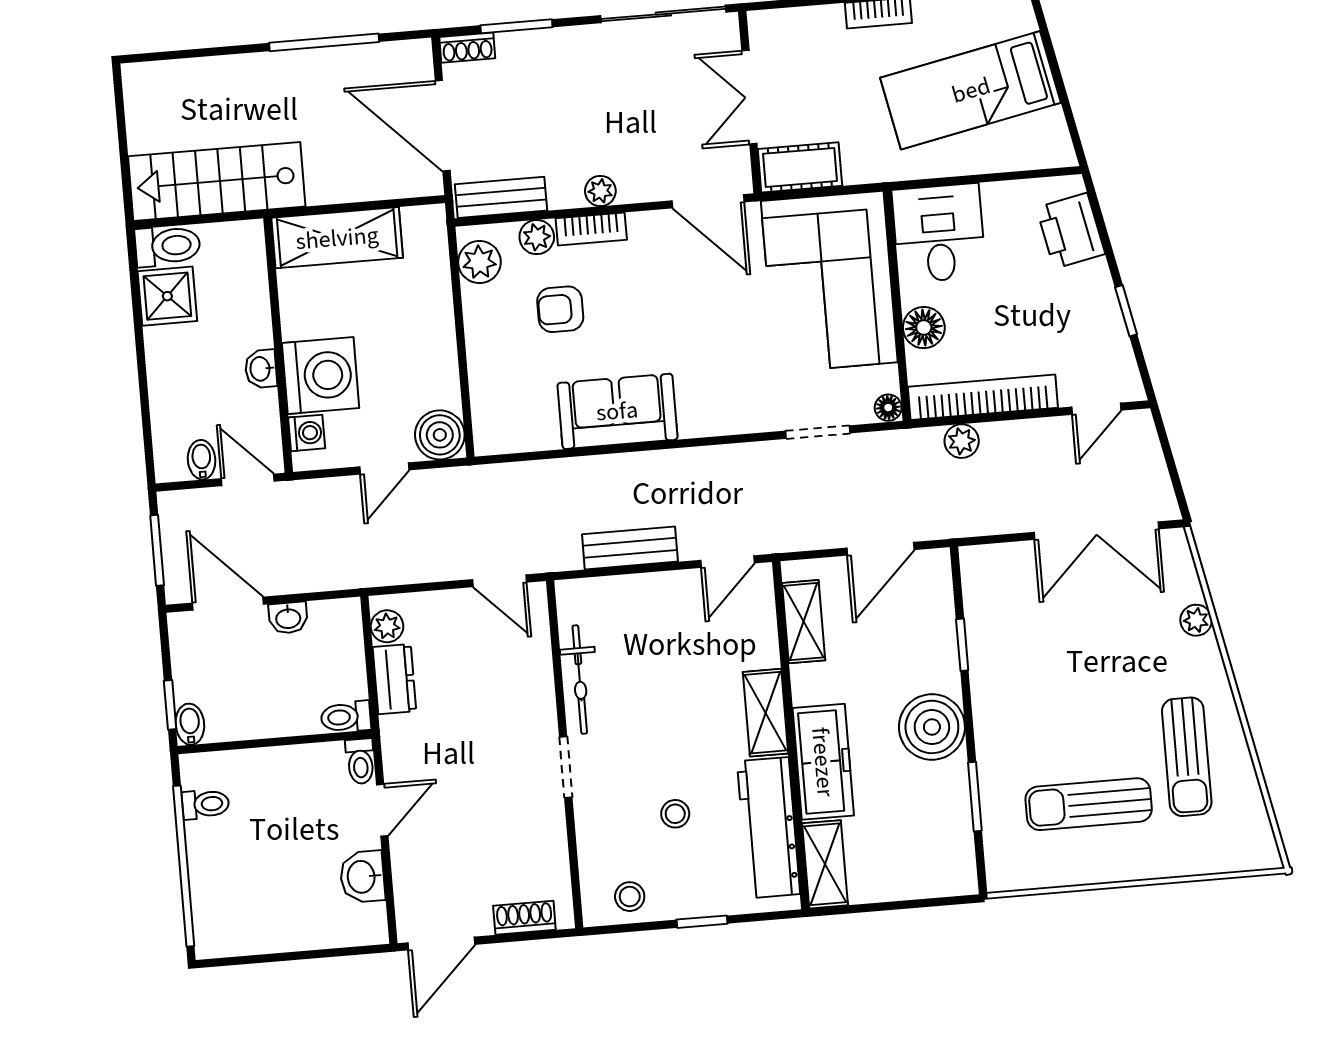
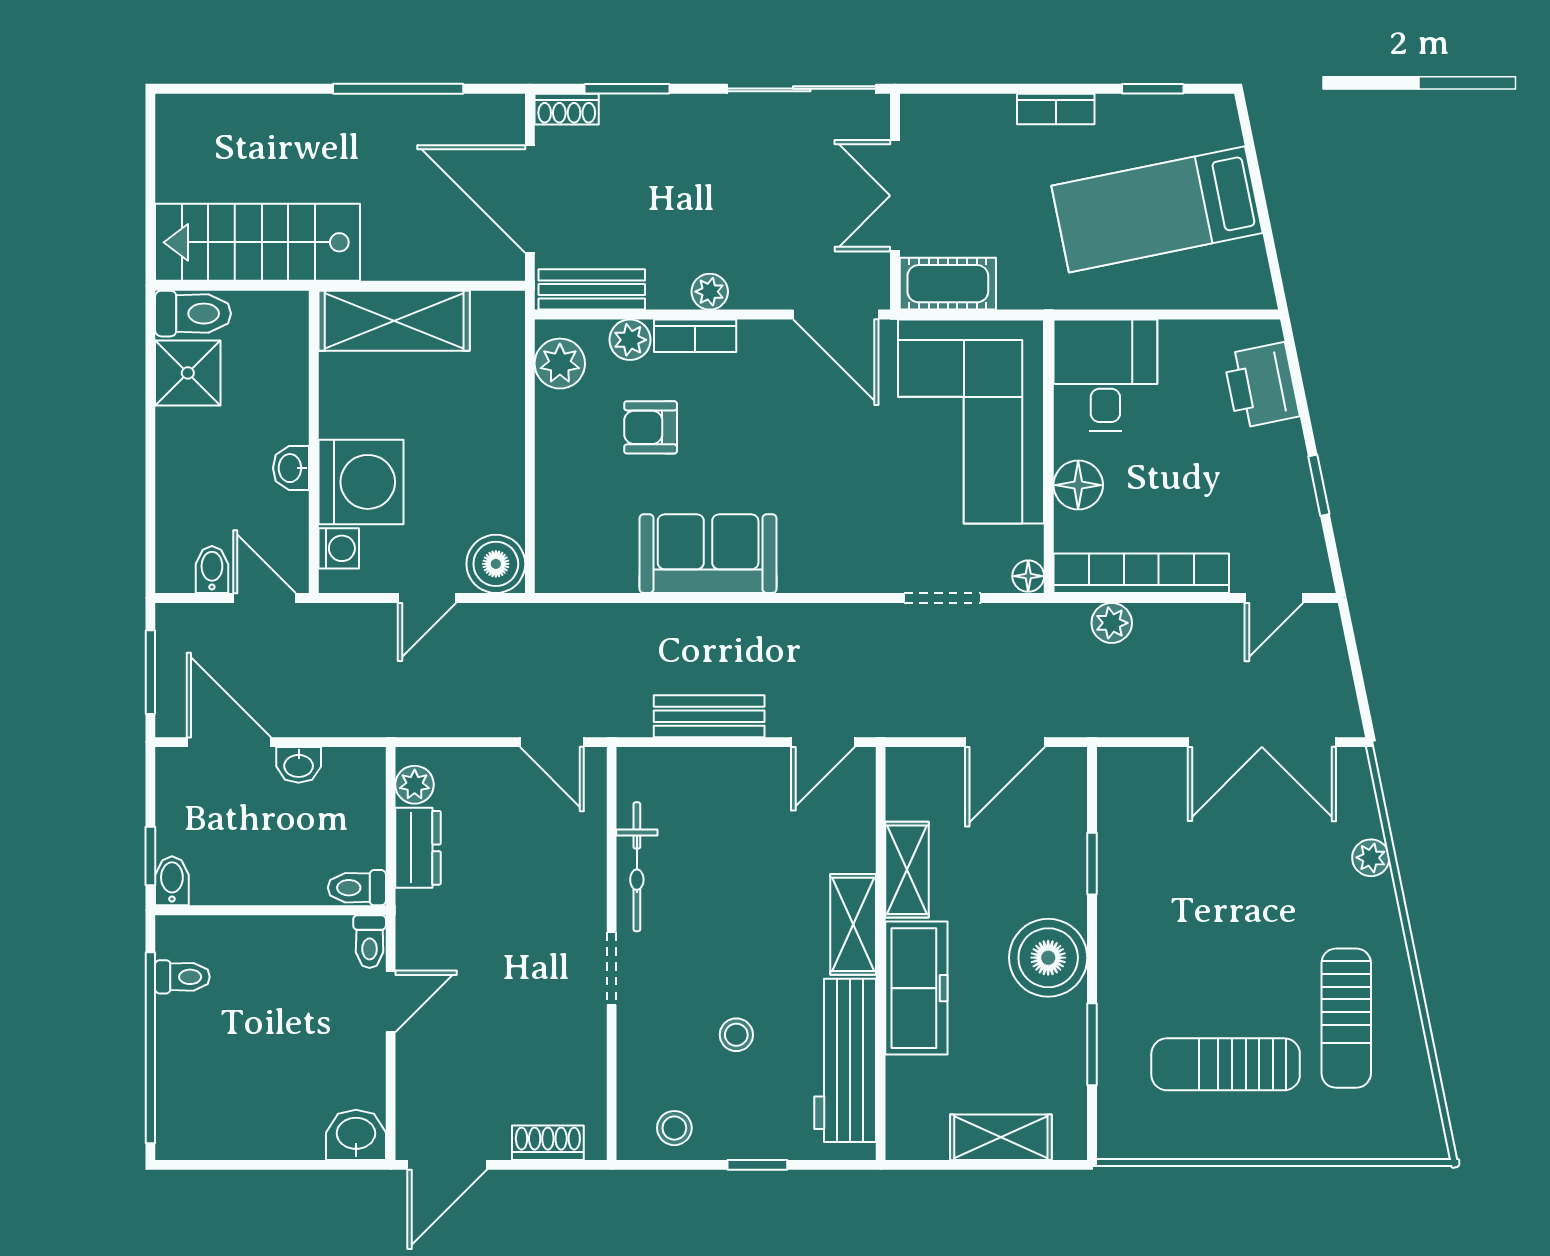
shelving: (804, 622) -> (907, 870), moved
shelving: (825, 864) -> (1001, 1137), moved, turned 90
washbasin: (362, 877) -> (356, 1135), moved, turned 90

